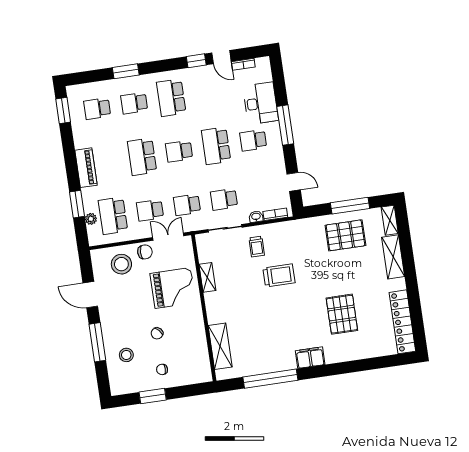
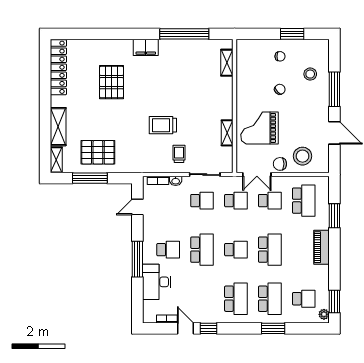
school desk: (134, 103) -> (270, 299), width x1.85
door: (294, 182) -> (137, 207), hinge flipped
plant: (91, 219) -> (324, 314), moved
shelving: (220, 346) -> (227, 63), width x0.67, depth x0.75

